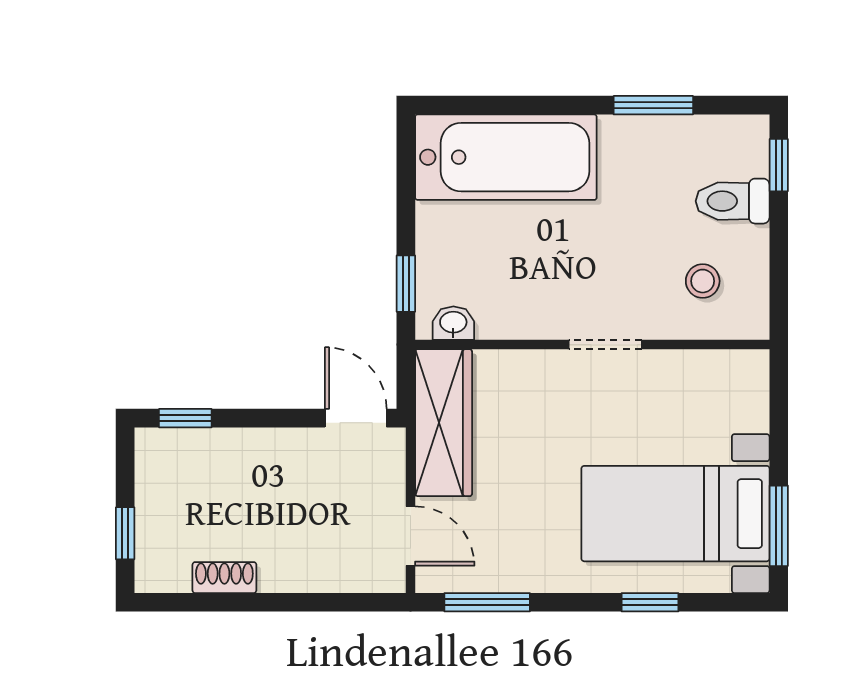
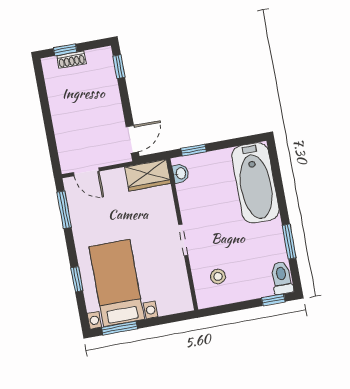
toilet: (733, 201) -> (282, 278), moved
wardrobe: (444, 423) -> (148, 175), width x0.67
door: (411, 536) -> (86, 172), hinge flipped
shoe rack: (224, 578) -> (71, 60), moved, turned 90

